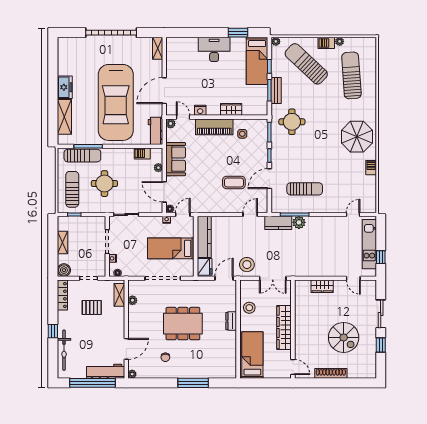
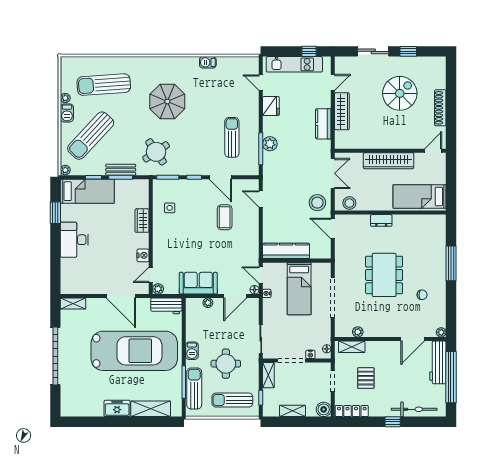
round table: (292, 122) -> (156, 152), turned -34
piano: (214, 127) -> (162, 240), removed
parasol: (357, 137) -> (167, 101), moved
barbecue: (142, 153) -> (192, 351), moved
shelving: (94, 221) -> (268, 375), added
kitchen counter: (278, 223) -> (323, 124), moved, turned 180
fridge: (205, 267) -> (271, 106), moved, turned 90
wardrobe: (322, 286) -> (342, 111), width x1.50
stool: (249, 308) -> (349, 203), moved
door: (126, 349) -> (413, 339), swing flipped

